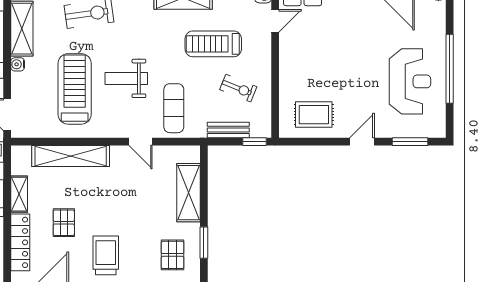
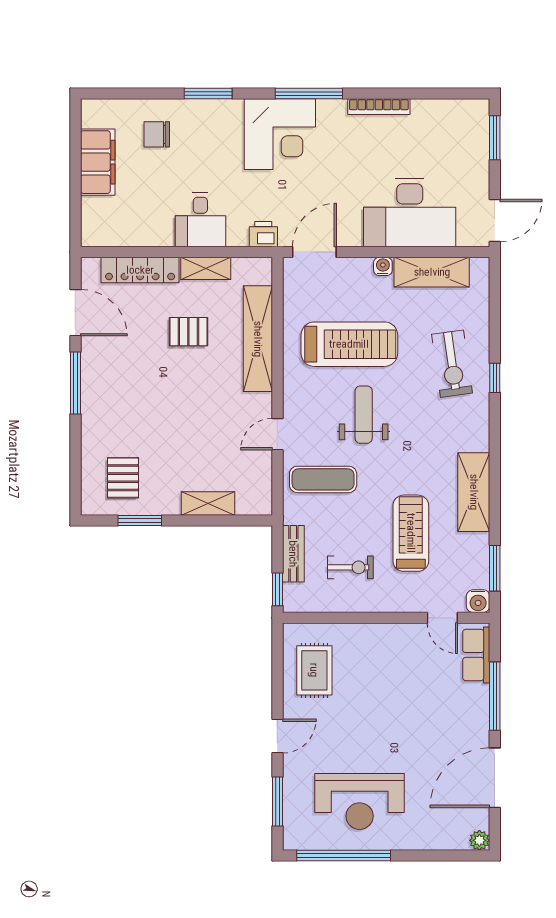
window: (450, 69) -> (344, 856), moved
exercise bike: (238, 88) -> (350, 567), turned -112
door: (362, 142) -> (277, 736), hinge flipped
shelving: (189, 193) -> (208, 503), width x0.67, depth x0.75
pallet: (64, 223) -> (188, 332), moved
trolley: (106, 255) -> (122, 387), removed
pallet: (173, 255) -> (123, 478), turned 90

